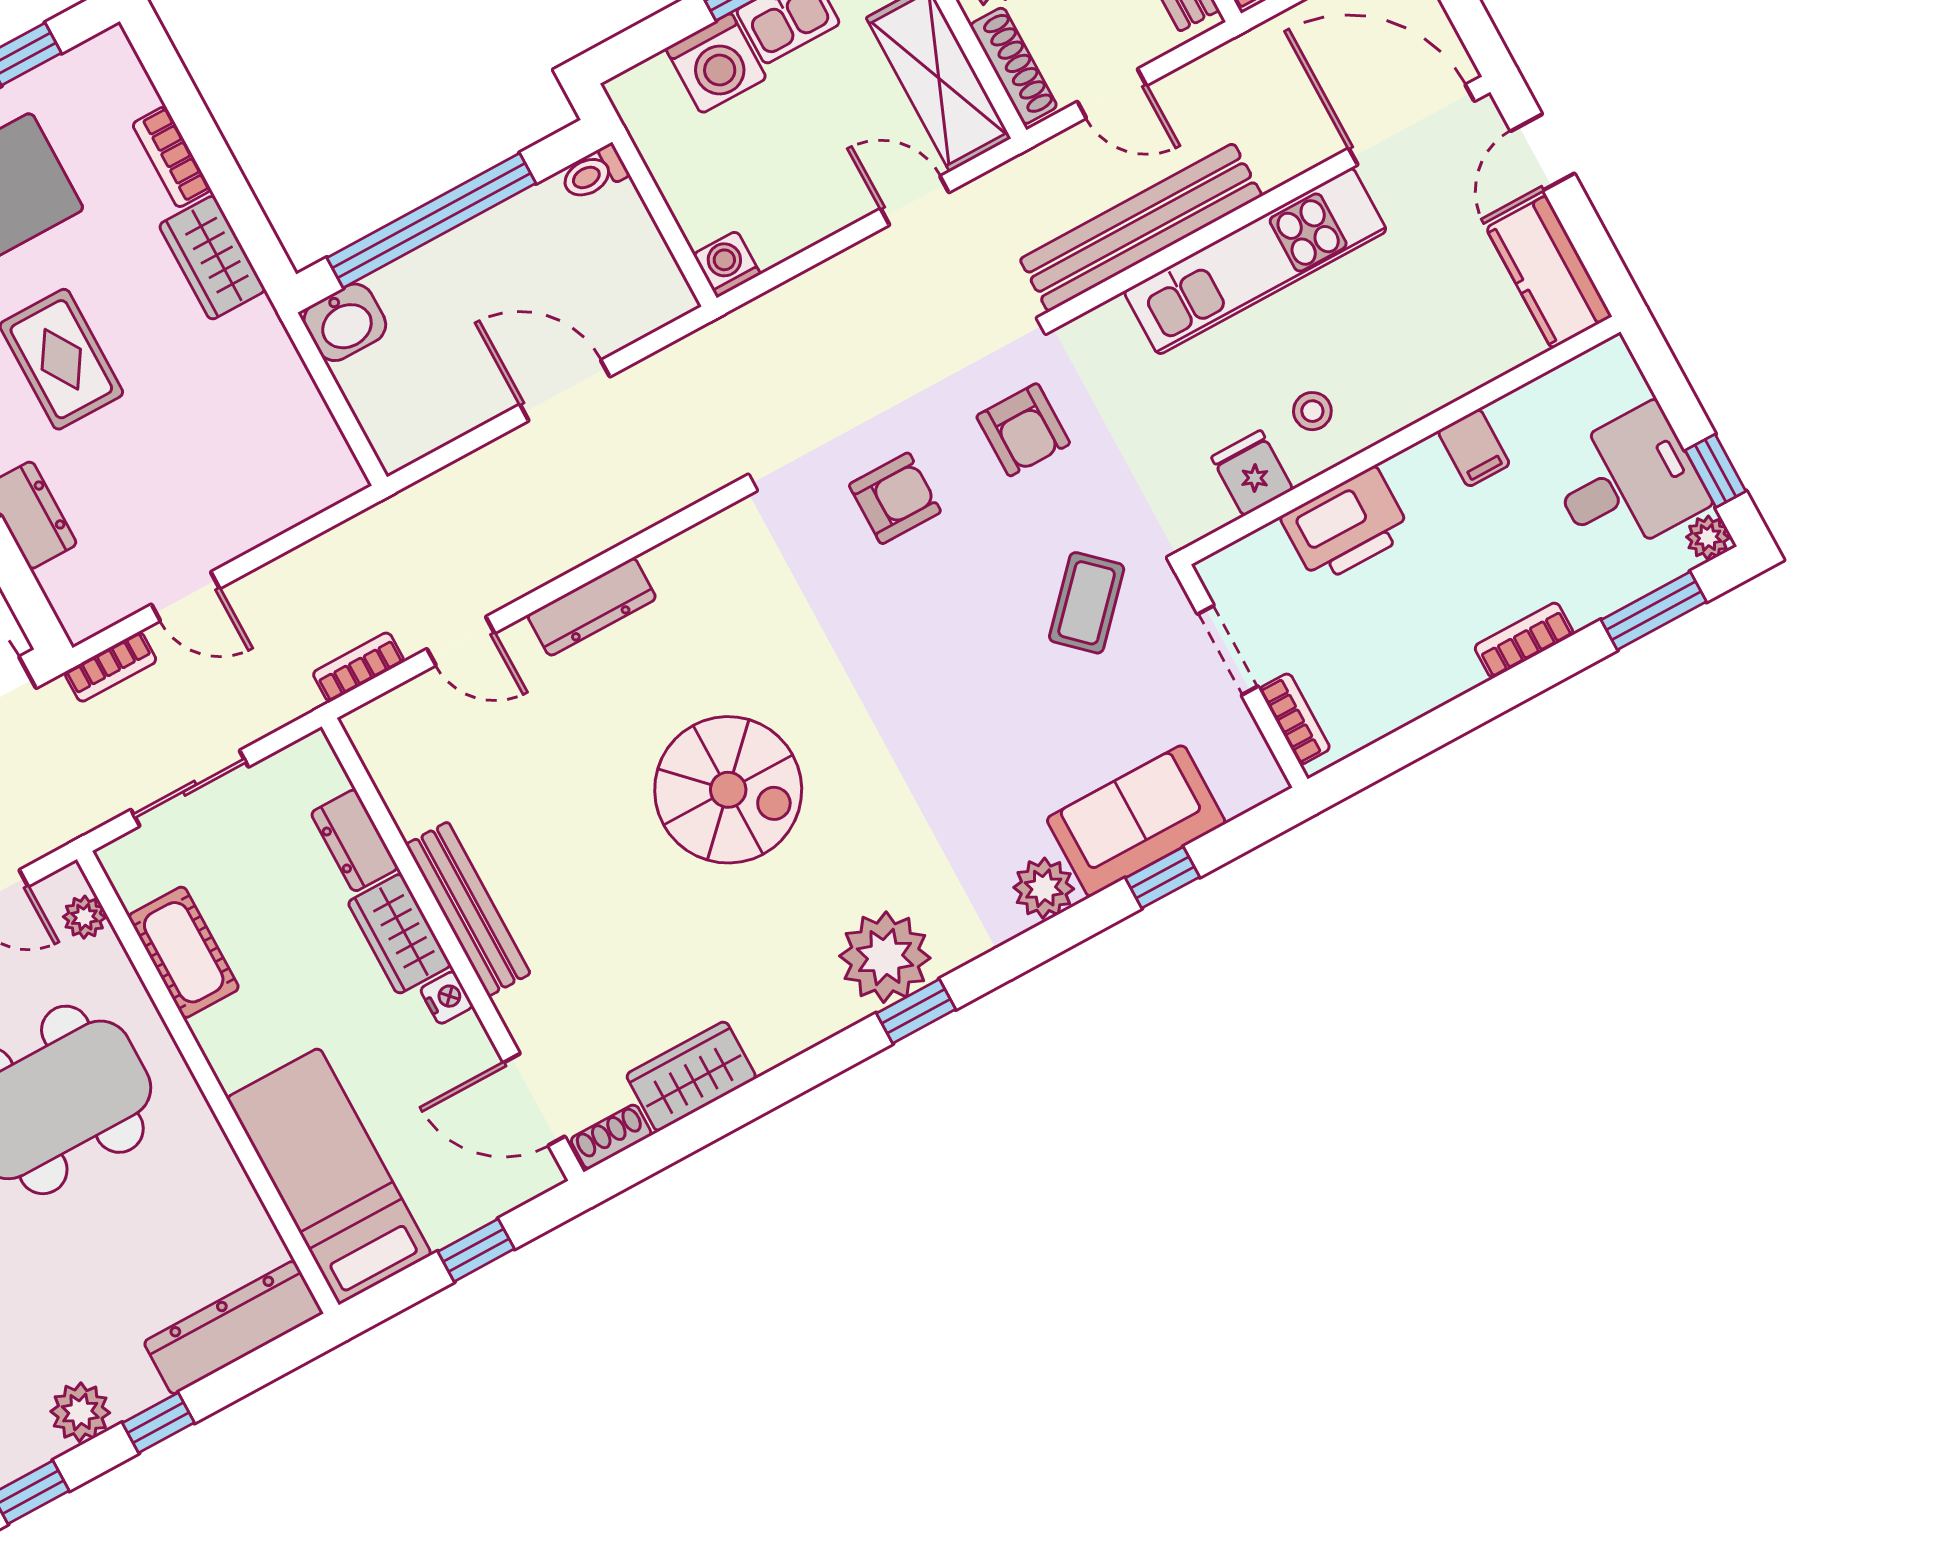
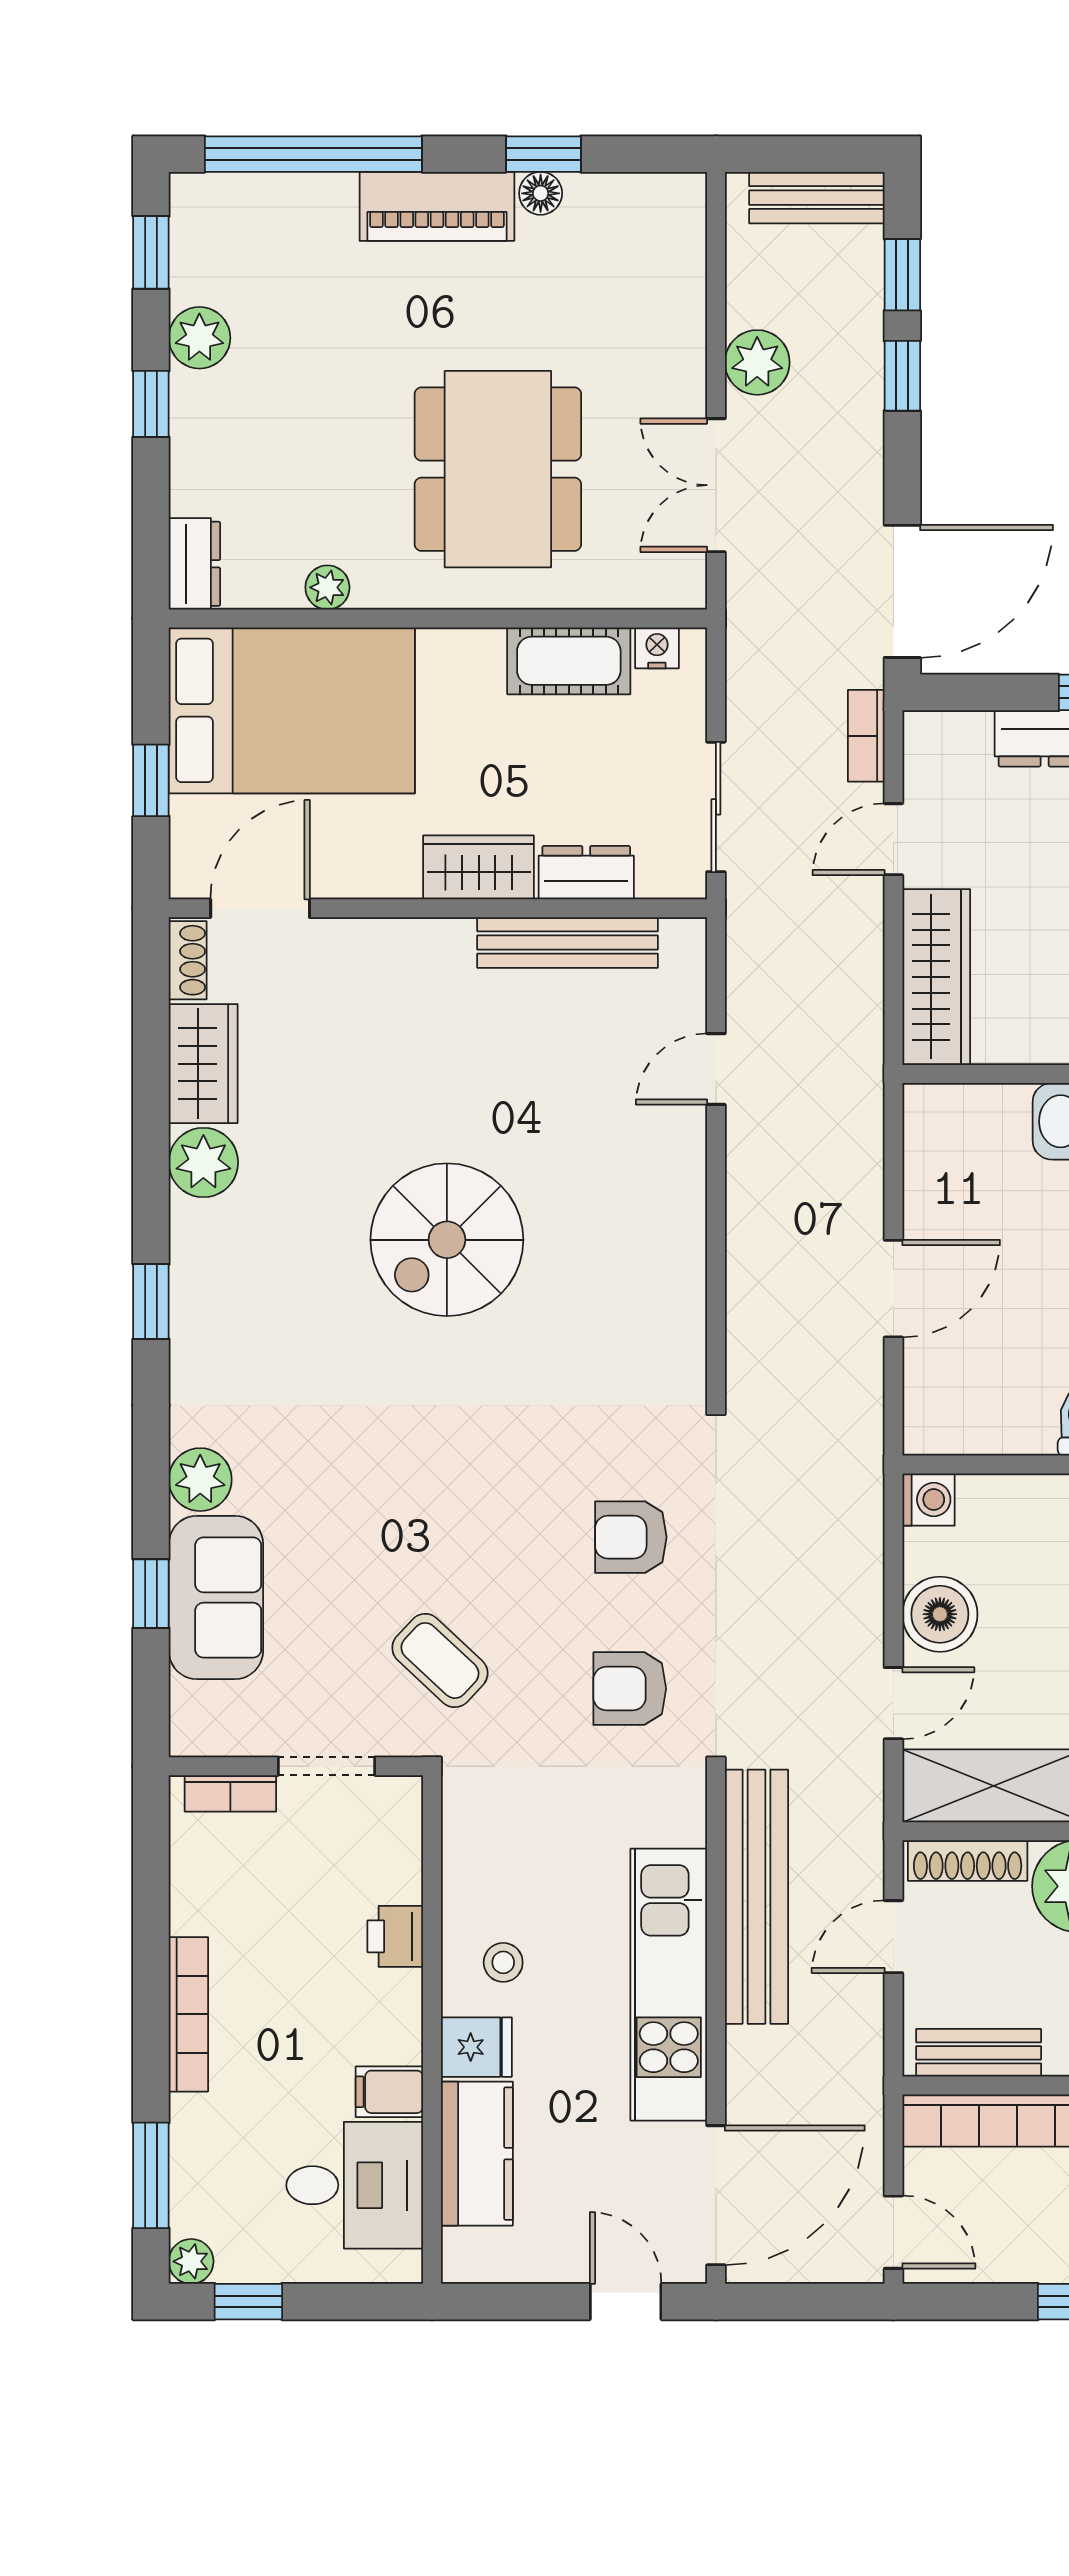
boiler: (818, 202) -> (940, 1614), added
kitchen counter: (1549, 272) -> (477, 2154), moved, turned 90
fridge: (1252, 473) -> (476, 2047), moved
desk: (1628, 482) -> (355, 2185), moved, turned -90
wardrobe: (282, 497) -> (936, 977), added
armchair: (895, 498) -> (631, 1537), turned 90
printer: (1346, 525) -> (395, 1936), width x0.53, depth x0.68
dresser: (592, 607) -> (682, 1206), removed
bookcase: (1524, 640) -> (188, 2014), width x1.56
bookcase: (358, 667) -> (743, 962), removed
sliding door: (190, 788) -> (716, 807), moved
bench: (468, 909) -> (568, 943), moved
plant: (84, 917) -> (327, 587), moved
plant: (885, 957) -> (203, 1162), moved, width x0.73, depth x0.73
nightstand: (447, 998) -> (657, 648), moved, turned 180
bed: (329, 1176) -> (292, 710), width x1.50
dresser: (233, 1328) -> (194, 564), width x0.51, depth x0.80

